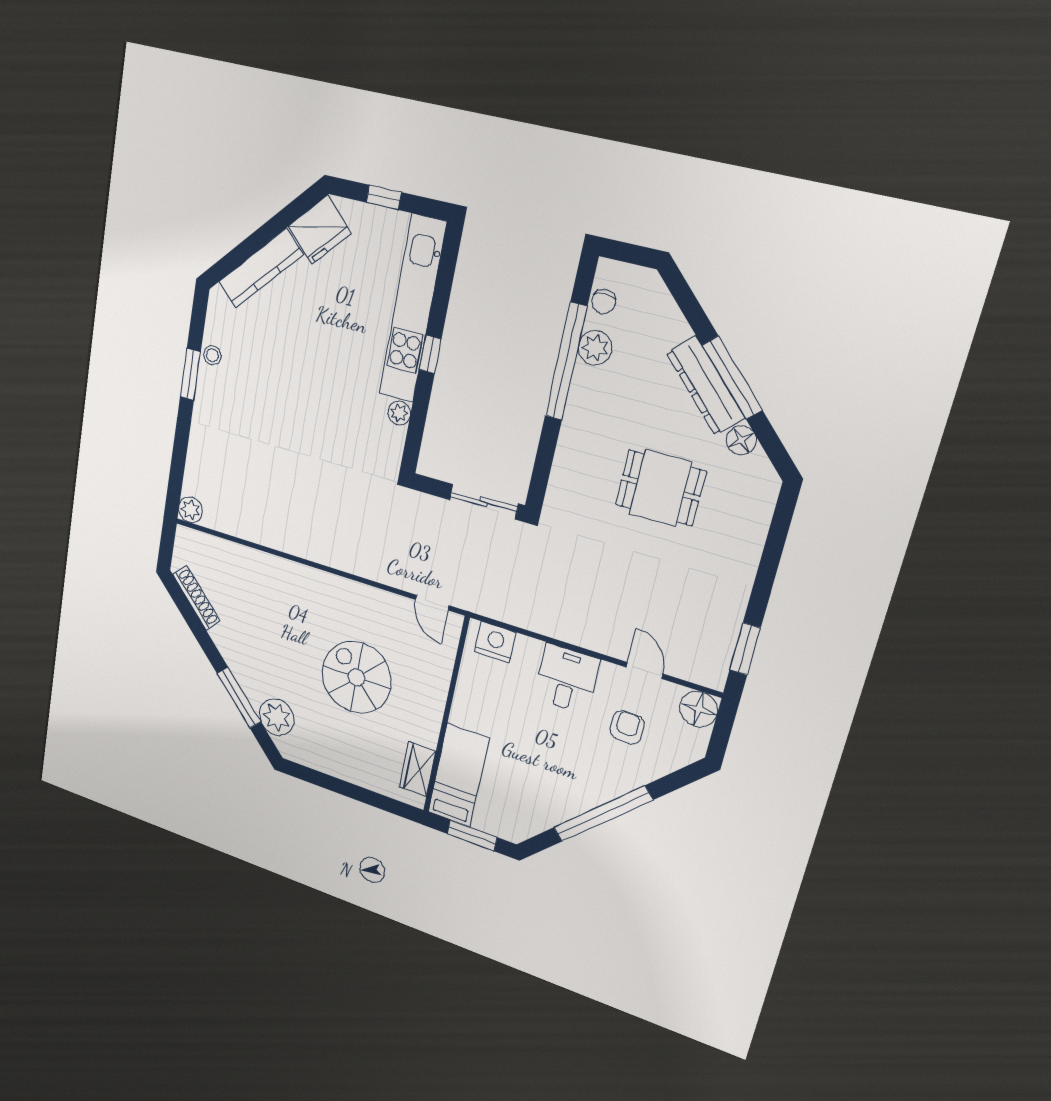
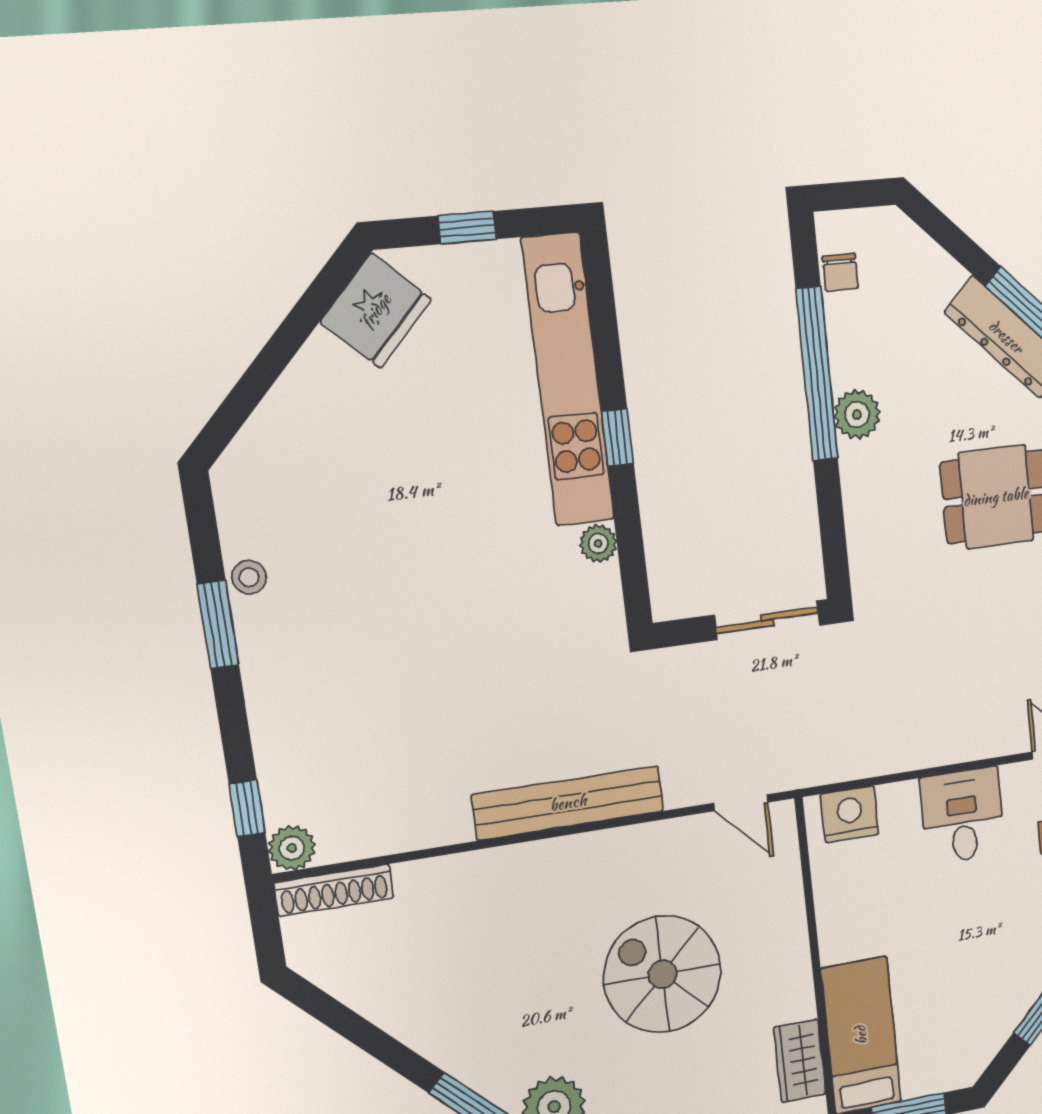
kitchen counter: (261, 268) -> (292, 405), removed
plant: (595, 348) -> (857, 415), moved
window: (176, 478) -> (247, 808), added
bench: (336, 555) -> (568, 803), added
shoe rack: (196, 598) -> (334, 890), moved, turned 135

